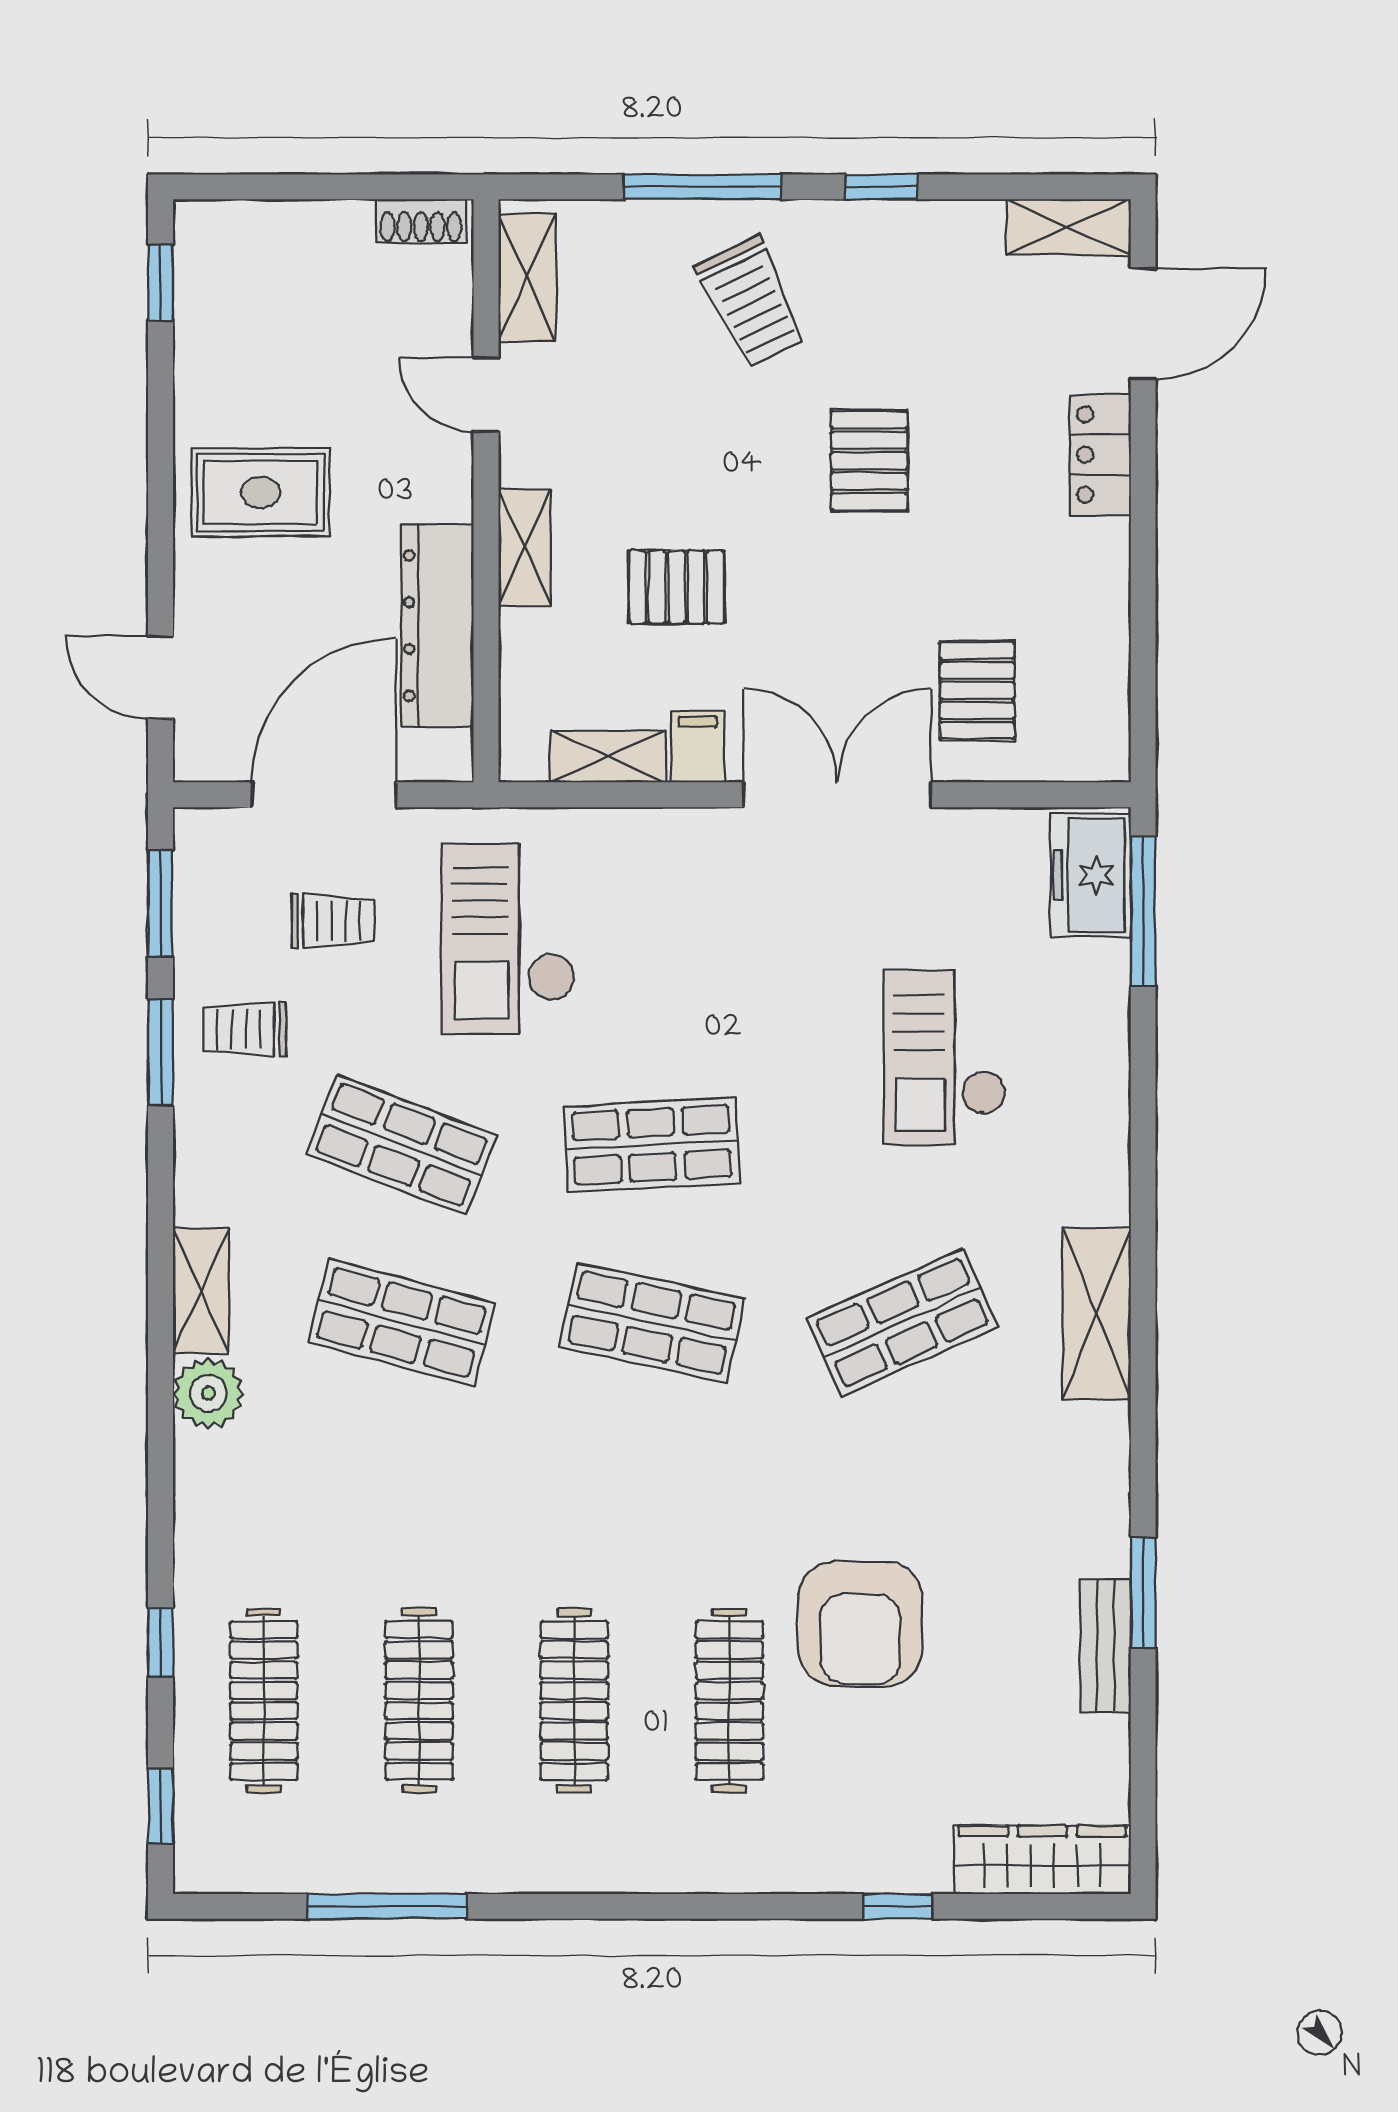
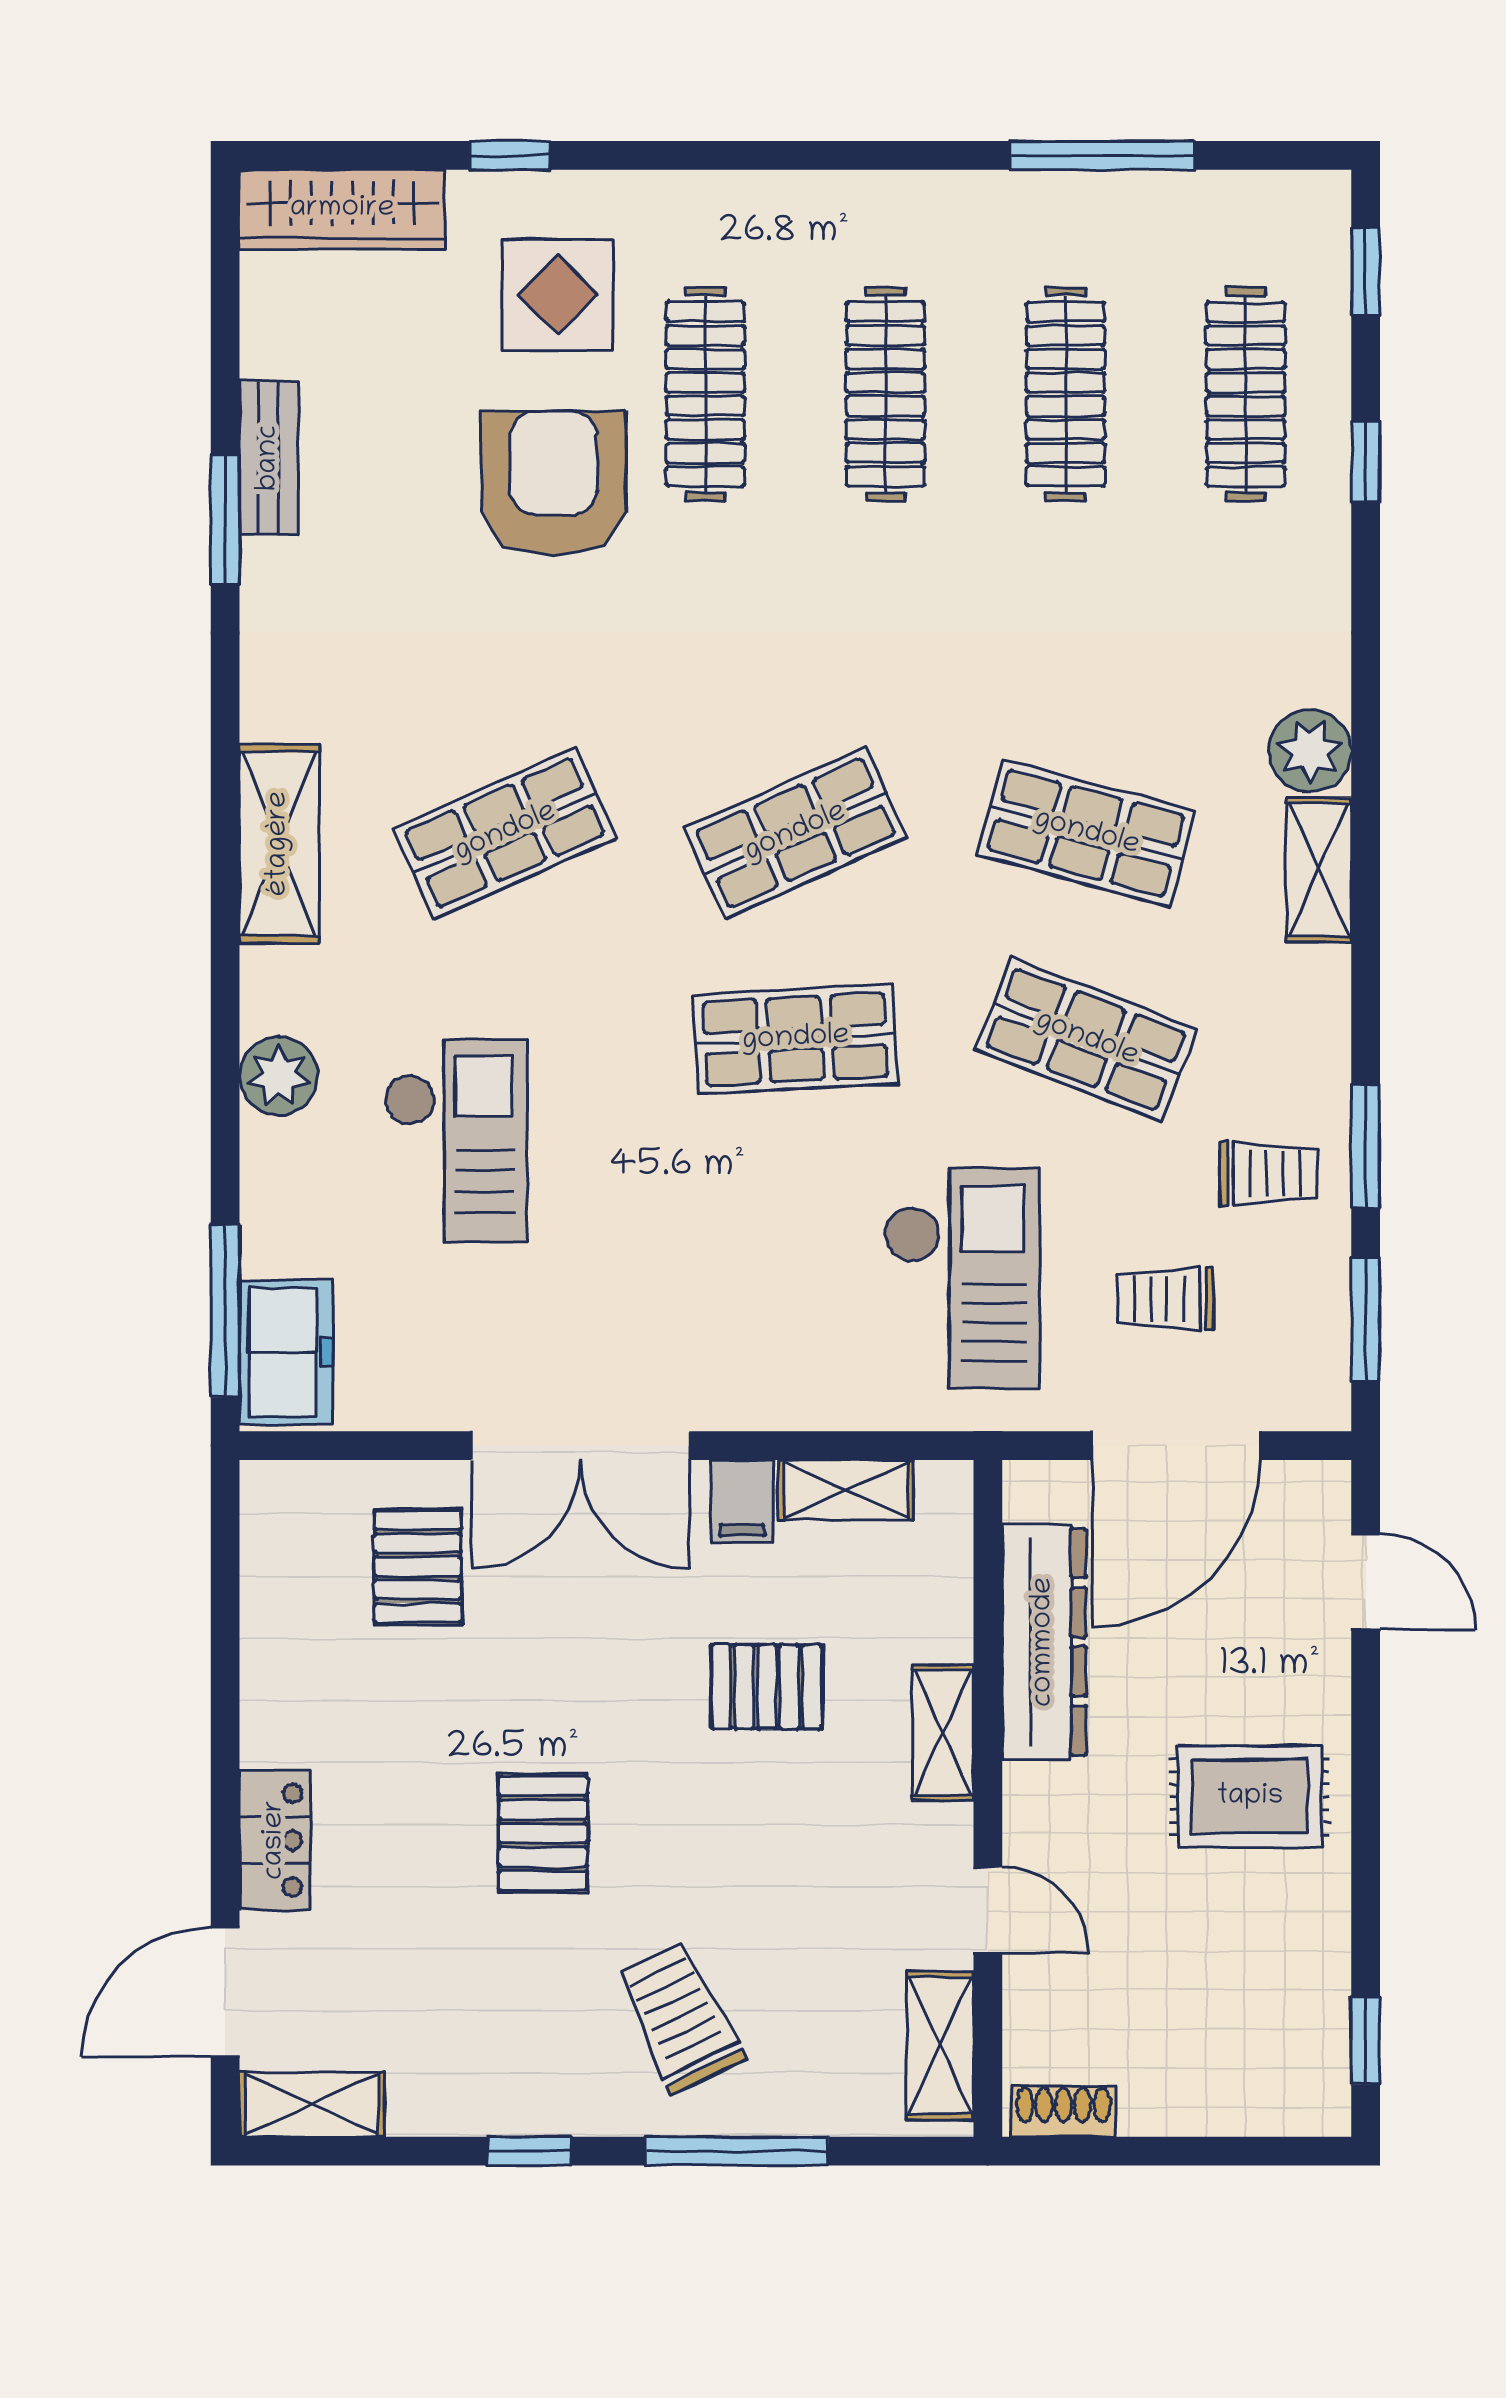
plant: (1097, 1113) -> (279, 1076), added
shop shelf: (652, 1323) -> (795, 833), turned -36
display table: (857, 1786) -> (558, 295), added

